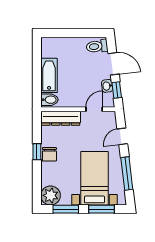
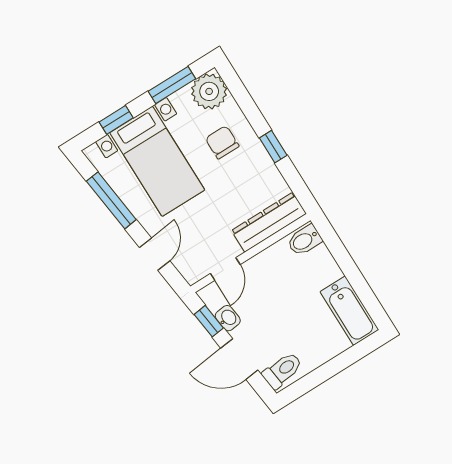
bathtub: (49, 75) -> (349, 311), moved
chair: (49, 154) -> (222, 142), moved
window: (101, 209) -> (116, 120), width x0.67

